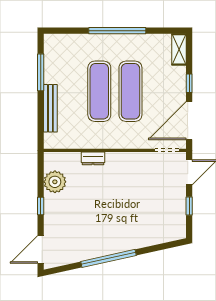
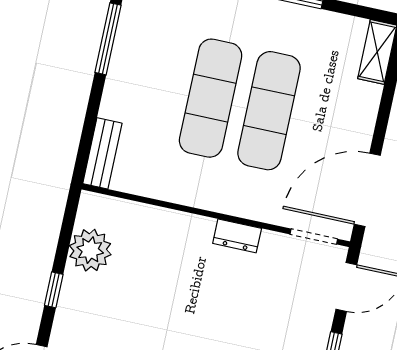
window: (189, 83) -> (383, 119), removed
bench: (50, 108) -> (102, 153), moved, width x0.73
dresser: (93, 158) -> (237, 236), moved

